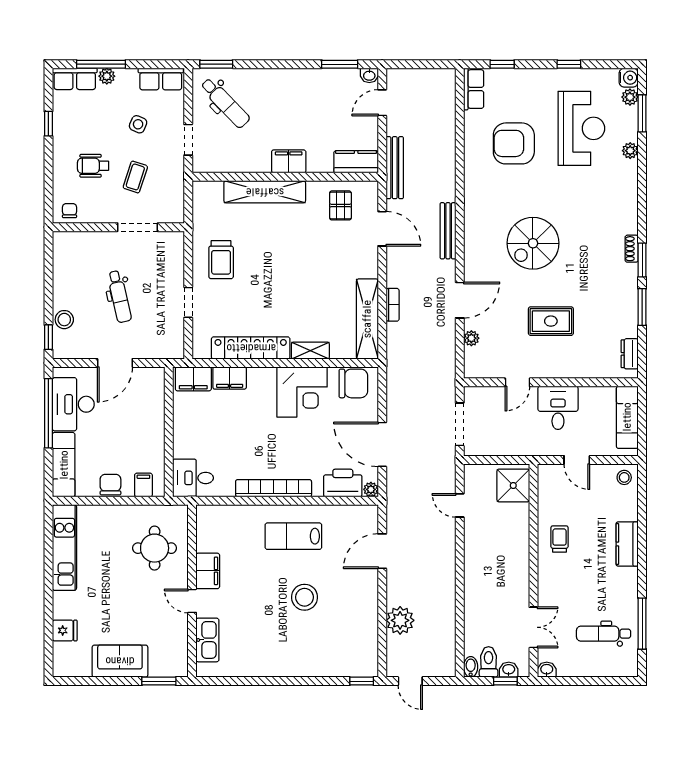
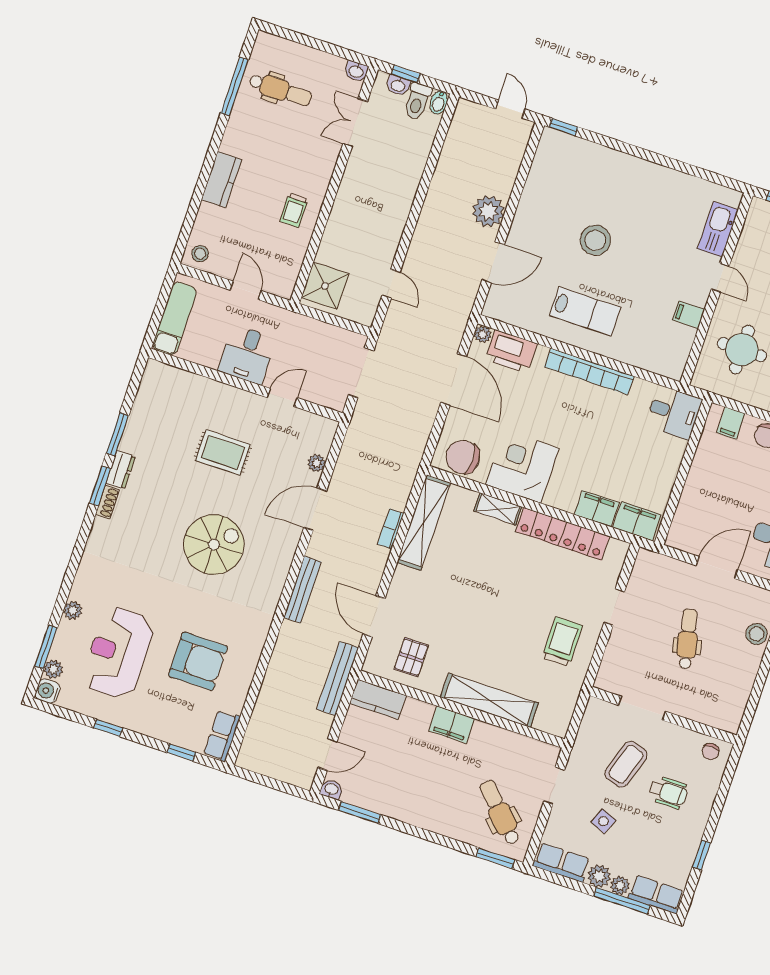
plant: (126, 78) -> (599, 876), added
coffee table: (135, 177) -> (626, 764), width x1.36, depth x1.30
dresser: (630, 354) -> (121, 470), moved
filing cabinet: (208, 571) -> (689, 315), width x0.50
plant: (400, 620) -> (488, 211), moved

